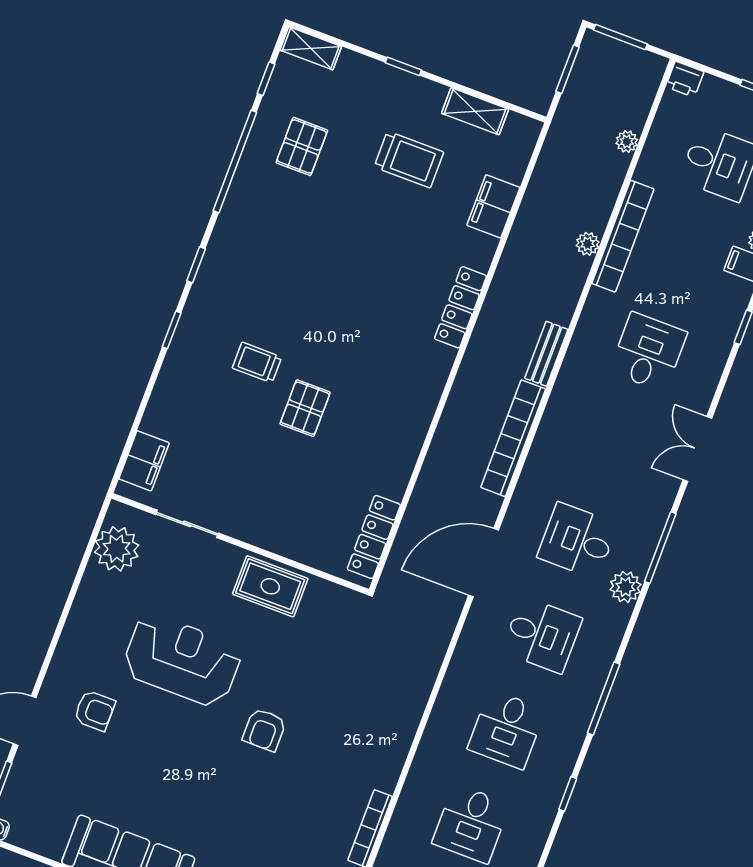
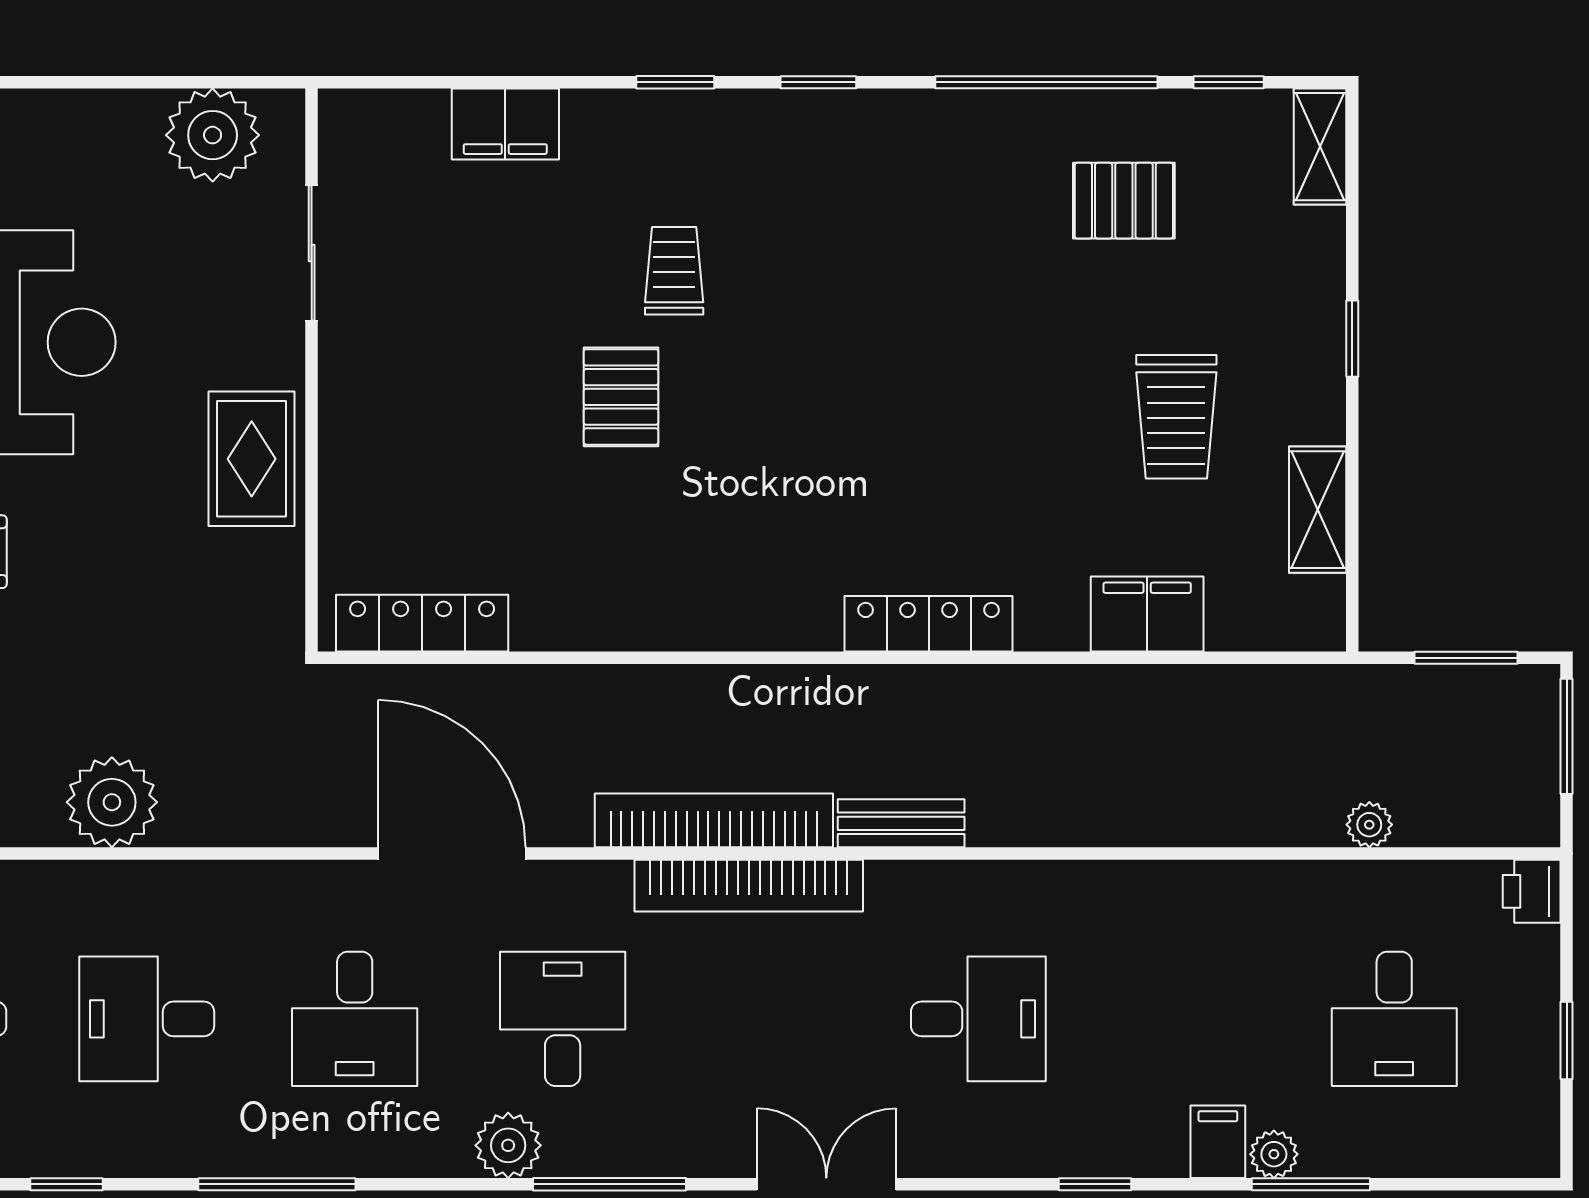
bookcase: (623, 236) -> (749, 886), moved
plant: (588, 244) -> (112, 802), moved, width x1.88, depth x1.88
pallet: (305, 408) -> (621, 397), turned 90
filing cabinet: (144, 461) -> (505, 124), moved

